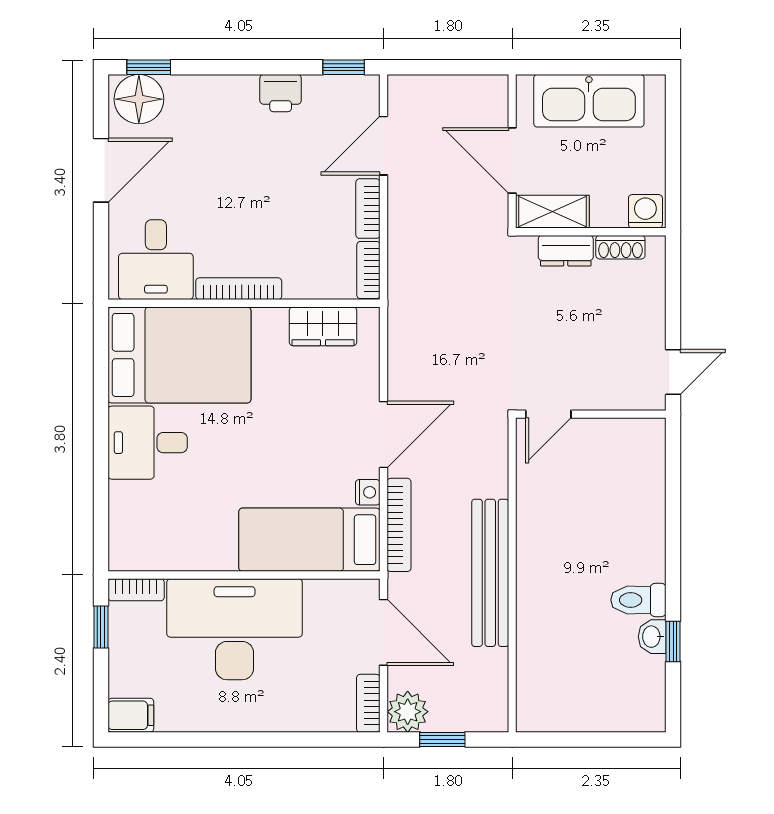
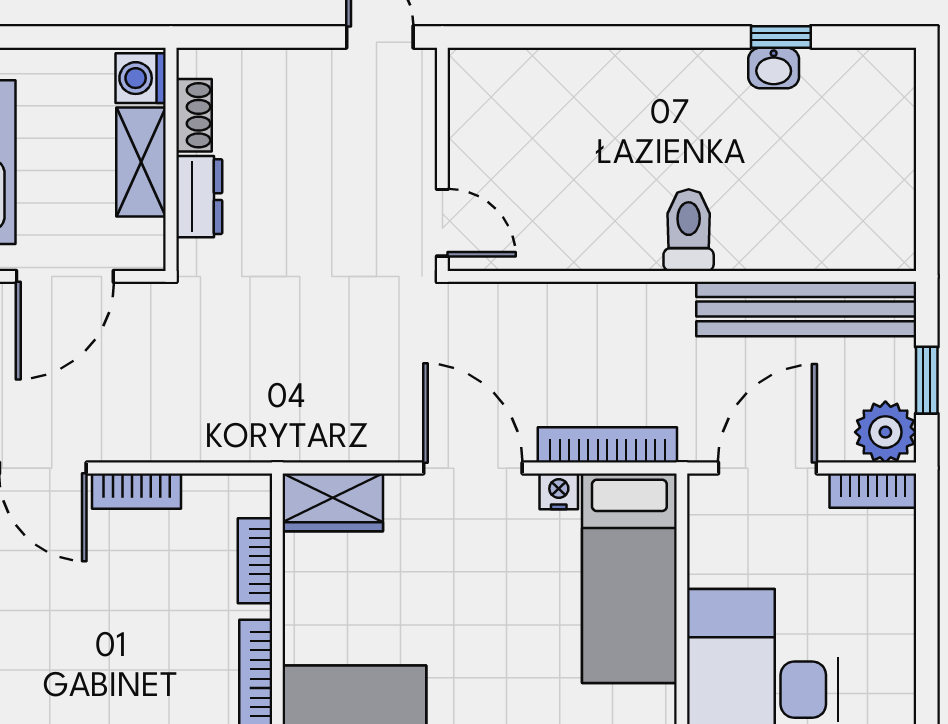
shelving: (552, 212) -> (141, 162), moved
bookcase: (368, 270) -> (255, 561), moved, turned 90
wardrobe: (323, 326) -> (333, 502), moved, turned 90
bench: (490, 573) -> (806, 309), moved
toilet: (638, 600) -> (689, 230), moved, turned 180

